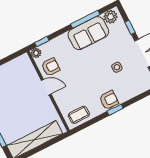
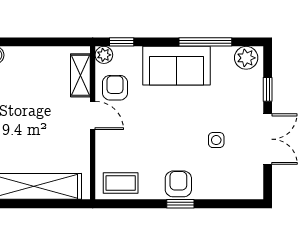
sofa: (88, 33) -> (177, 66), moved
armchair: (51, 67) -> (115, 88), turned -90
shelving: (29, 70) -> (80, 75), added
armchair: (109, 100) -> (178, 184), turned -91

